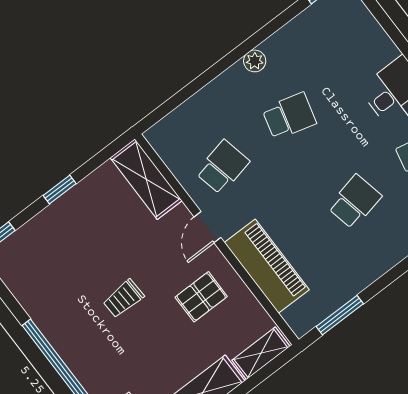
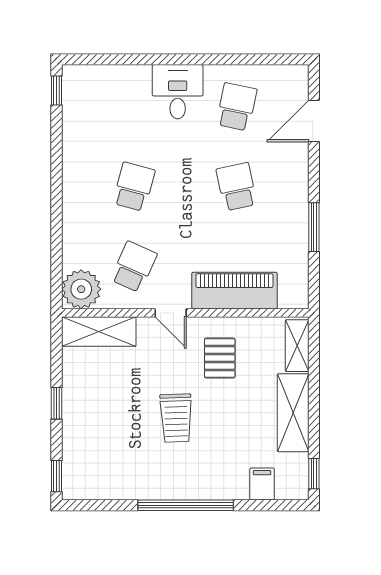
plant: (255, 61) -> (81, 289), moved, width x1.88, depth x1.88
school desk: (223, 167) -> (134, 267), turned 36
trolley: (123, 299) -> (176, 418), width x1.36, depth x1.39
window: (340, 315) -> (314, 227), moved

